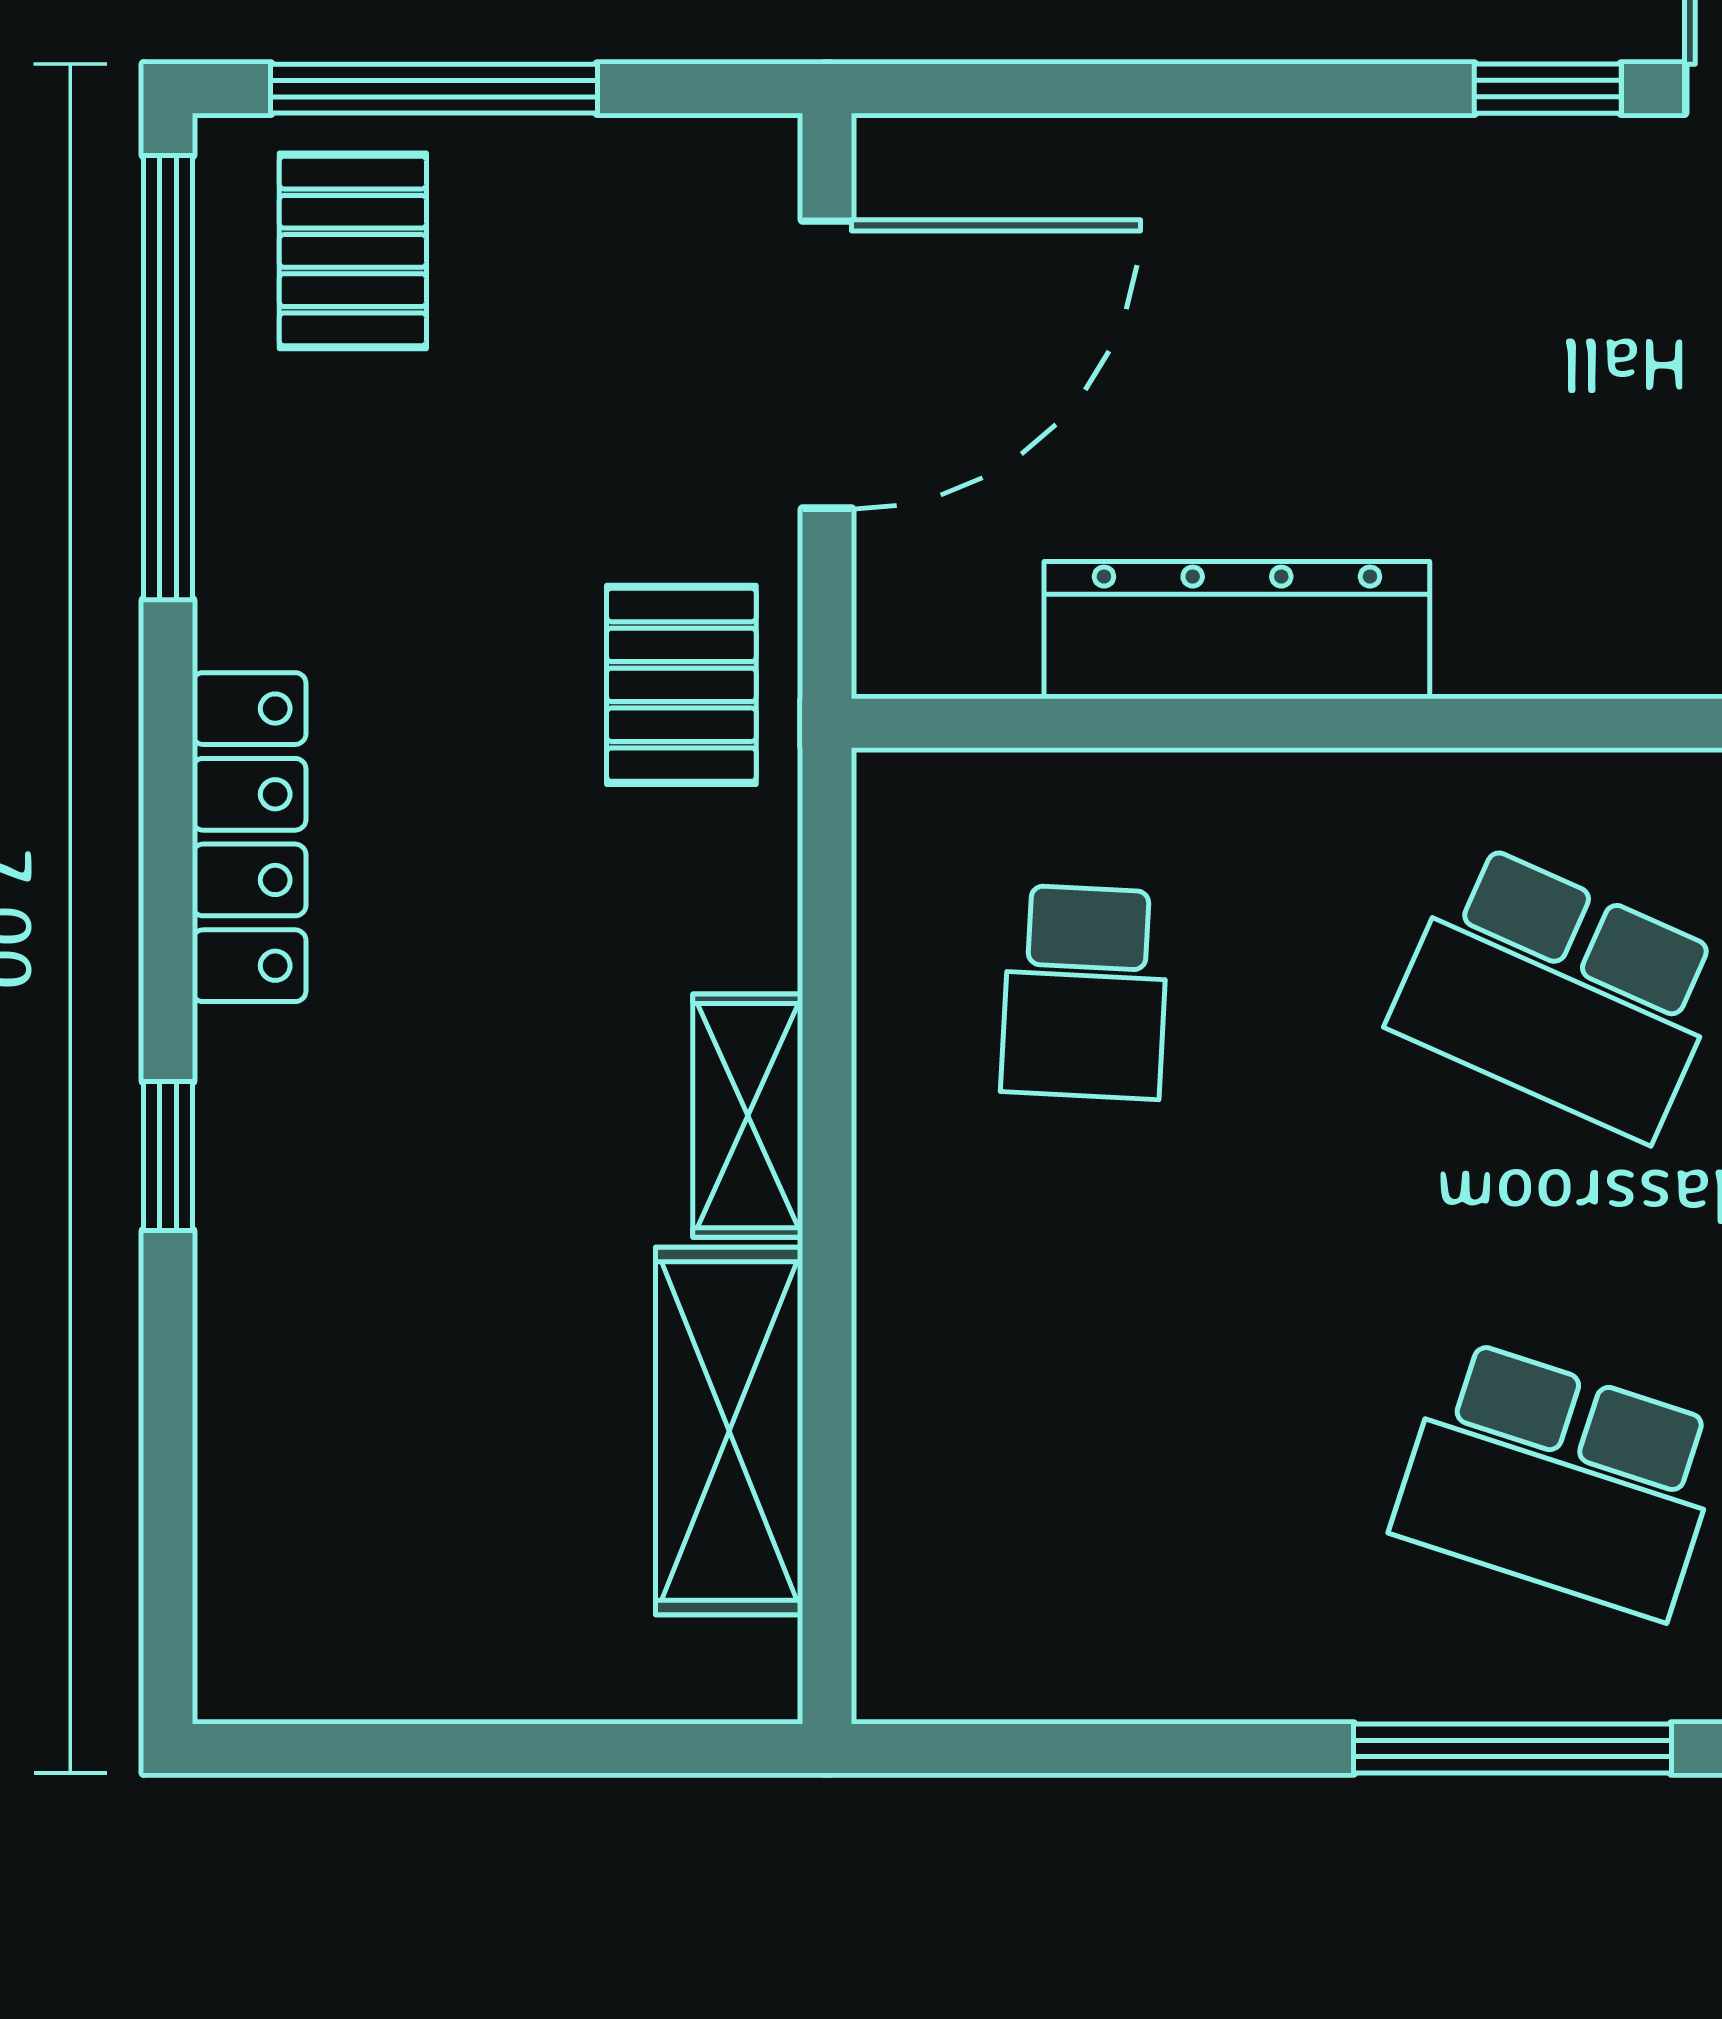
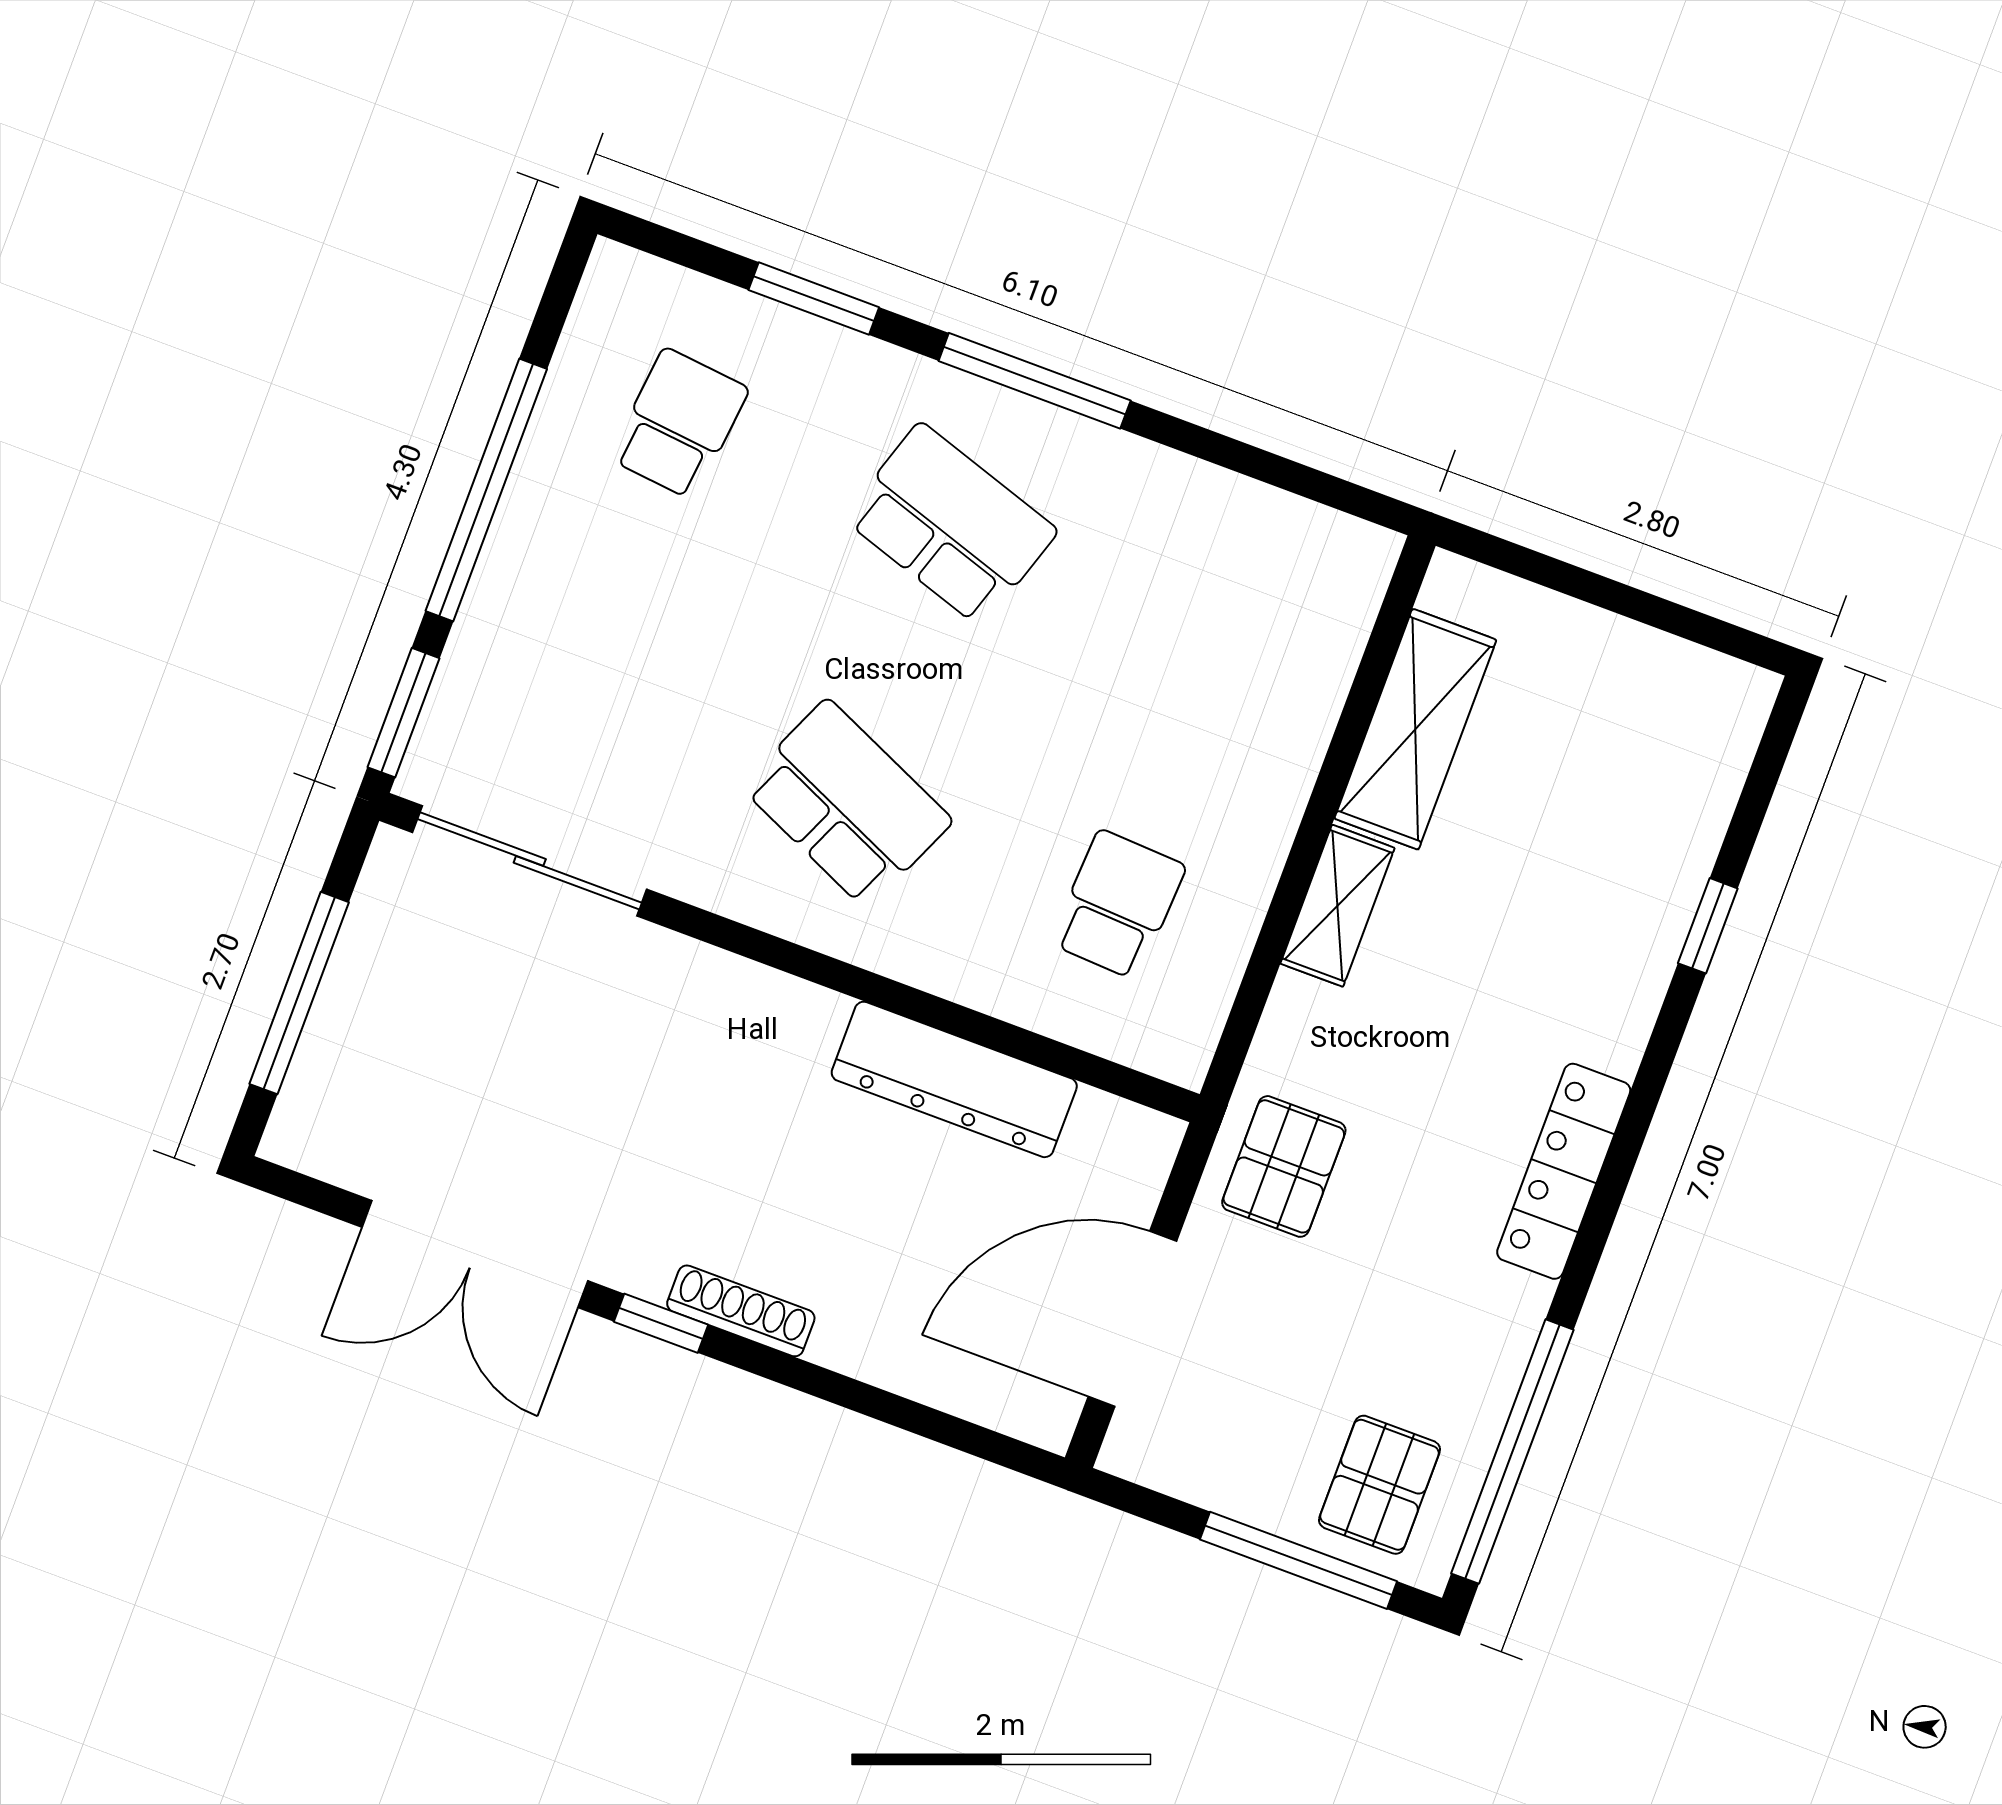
shoe rack: (1432, 153) -> (741, 1311), added
window: (168, 1156) -> (1708, 926), moved

